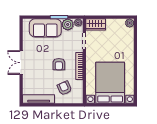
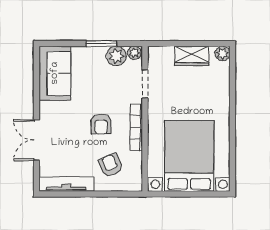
wardrobe: (96, 24) -> (192, 56), moved
sofa: (45, 28) -> (55, 73), moved, turned -90
double door: (21, 63) -> (36, 140), moved

